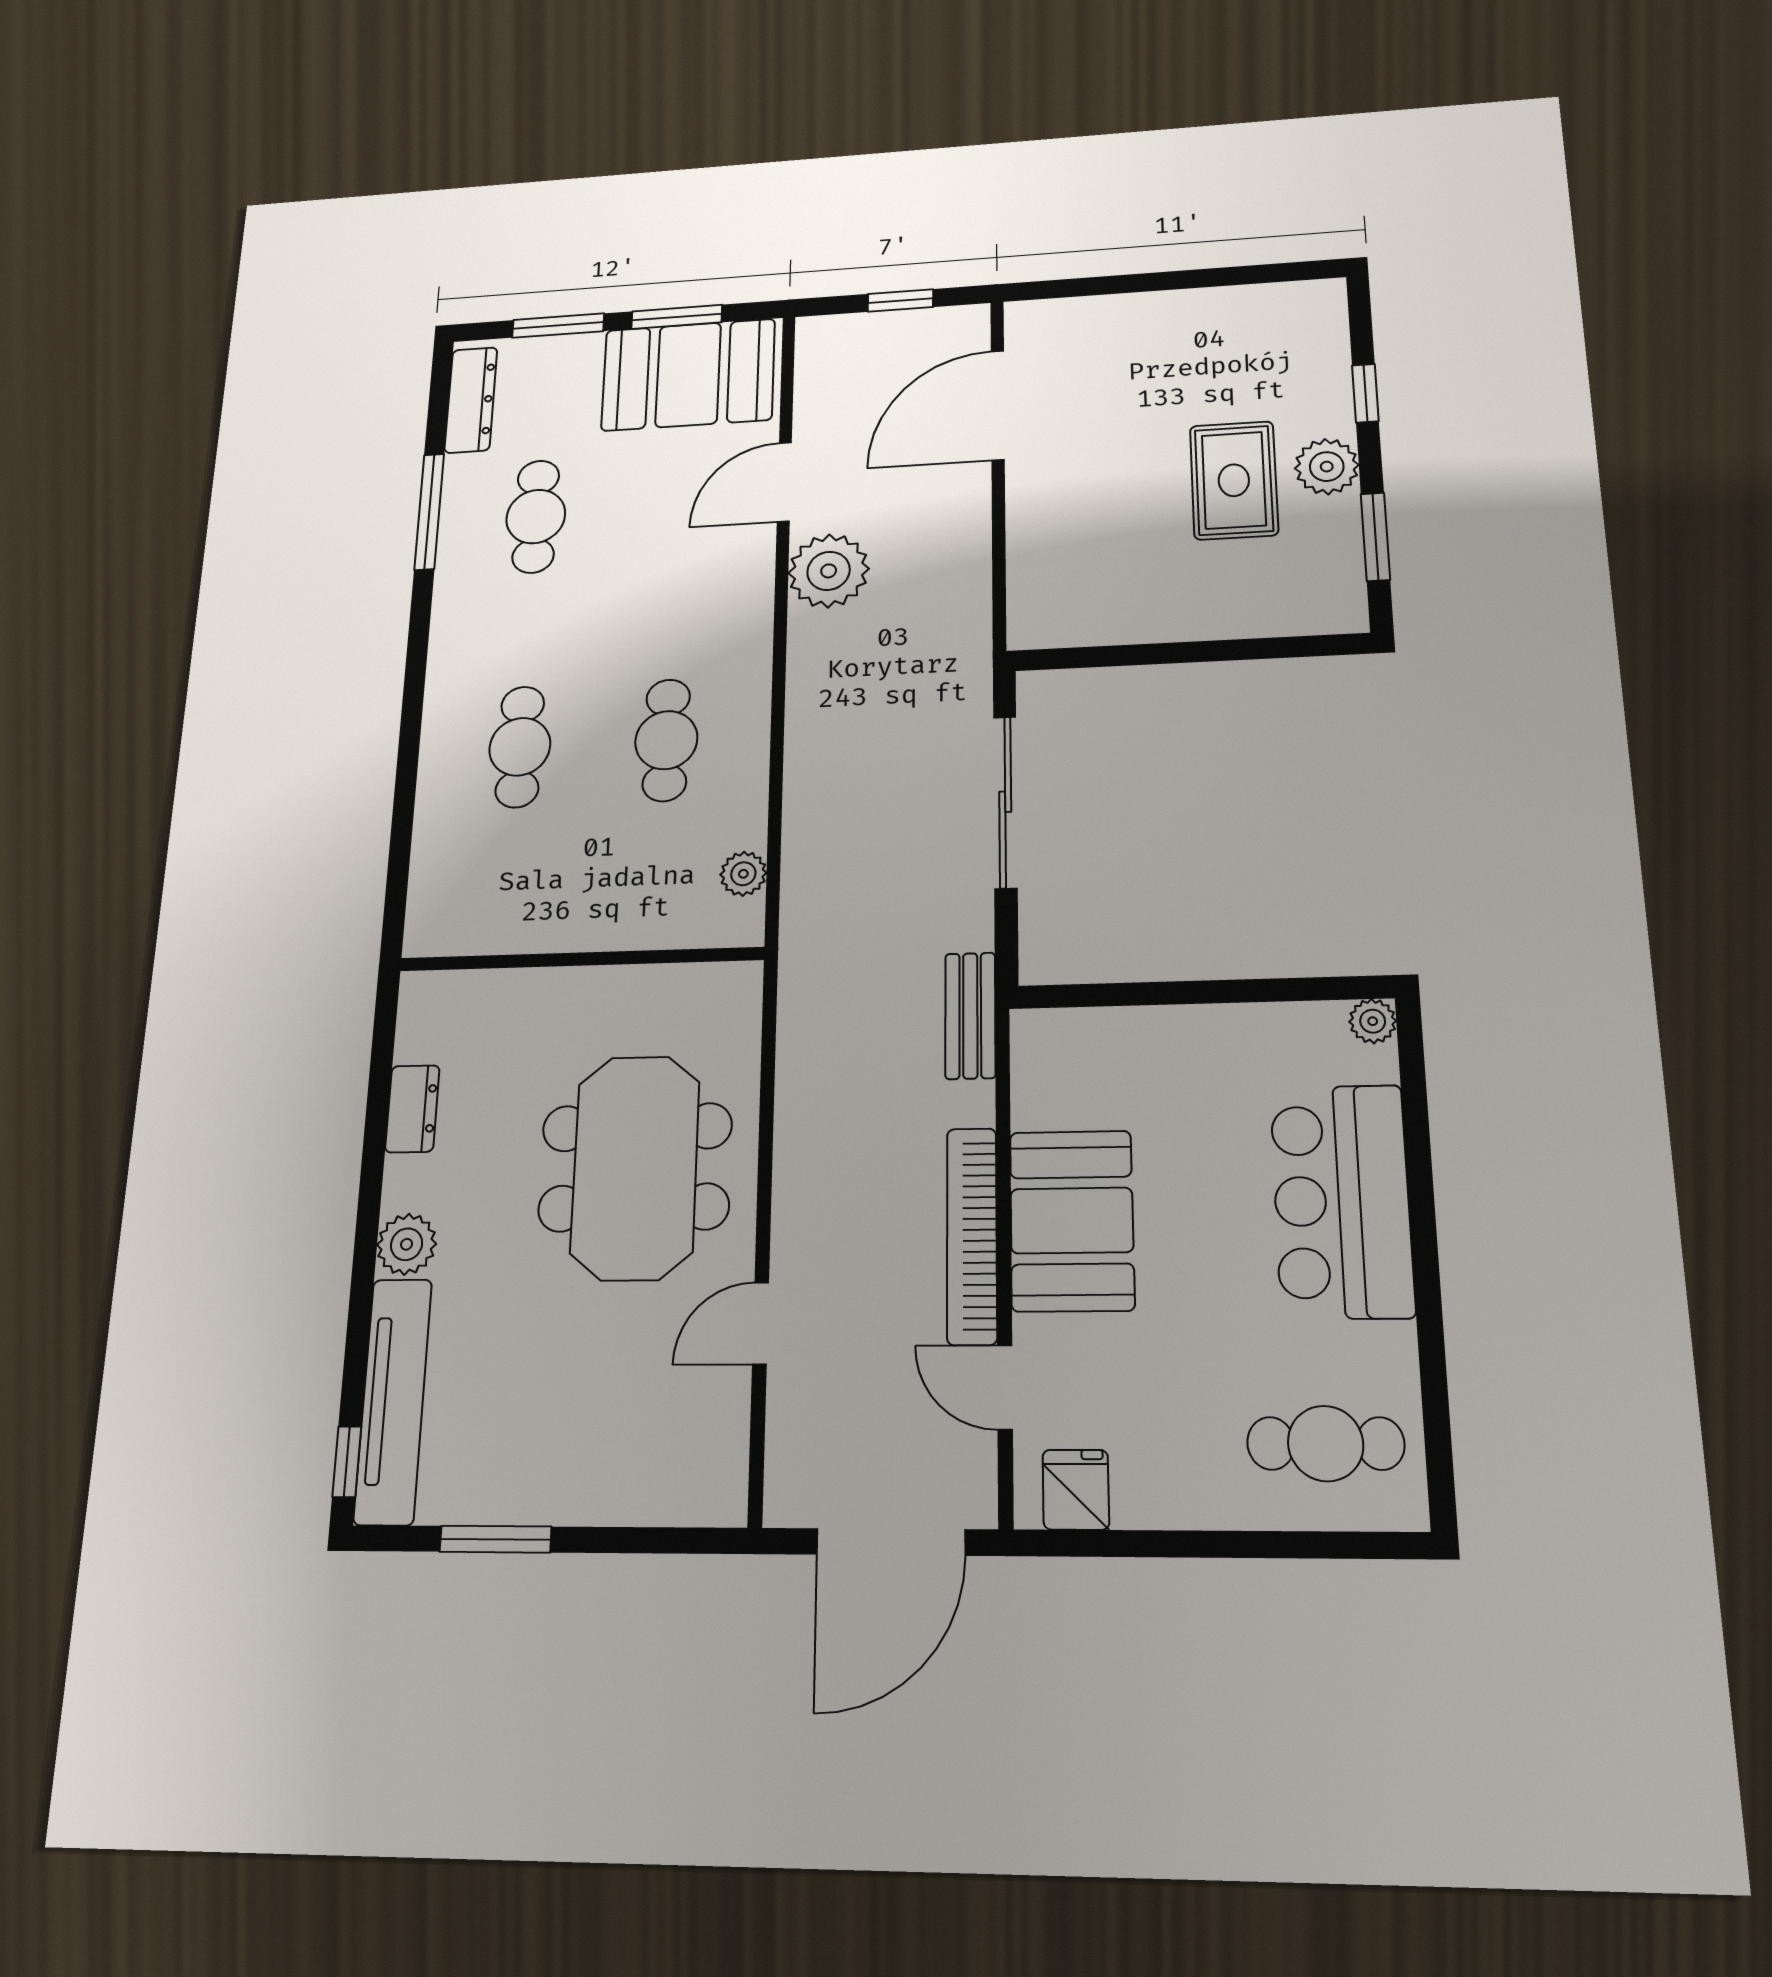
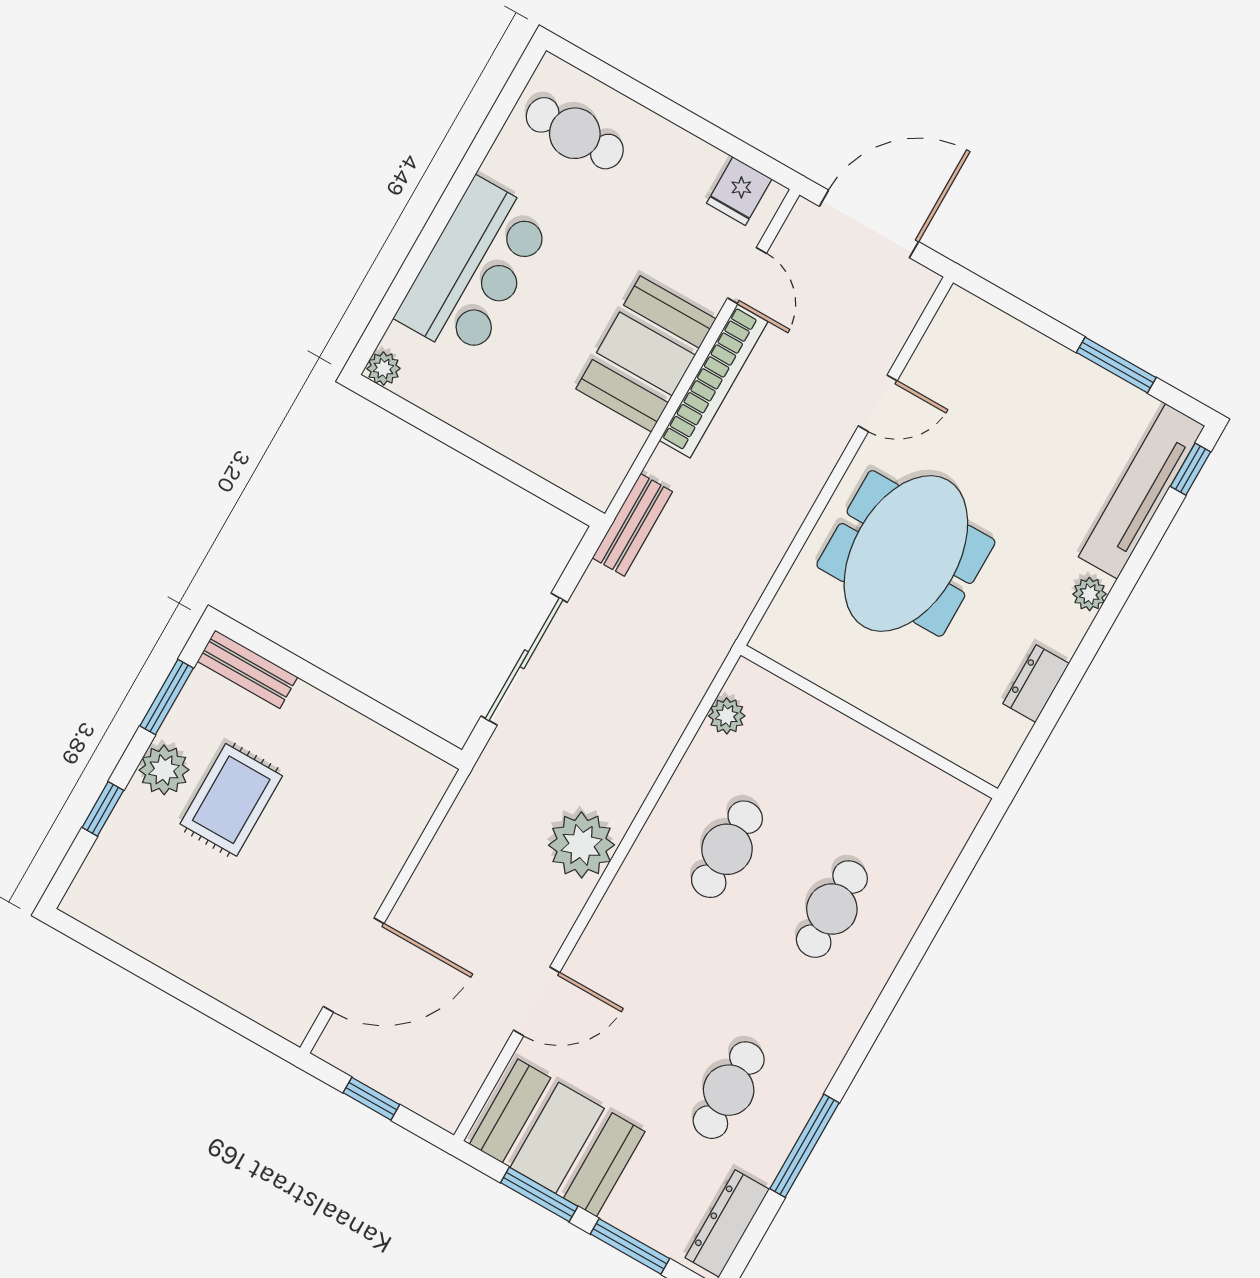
plant: (829, 571) -> (581, 845), moved
bench: (1306, 615) -> (247, 669), added
plant: (407, 1244) -> (1090, 594), width x0.73, depth x0.73

